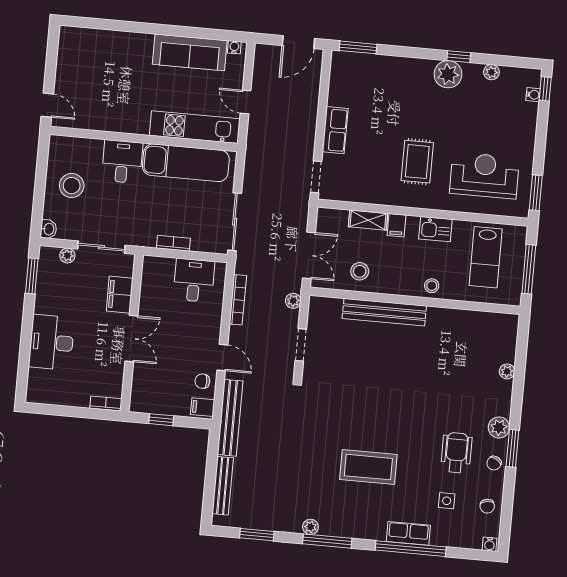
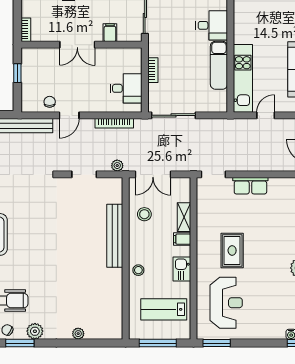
rug: (417, 162) -> (232, 250), turned 90
exam couch: (186, 163) -> (219, 65), width x0.73, depth x0.69
filing cabinet: (120, 295) -> (110, 33), width x0.50
filing cabinet: (203, 407) -> (30, 104), removed

